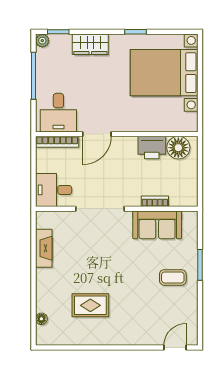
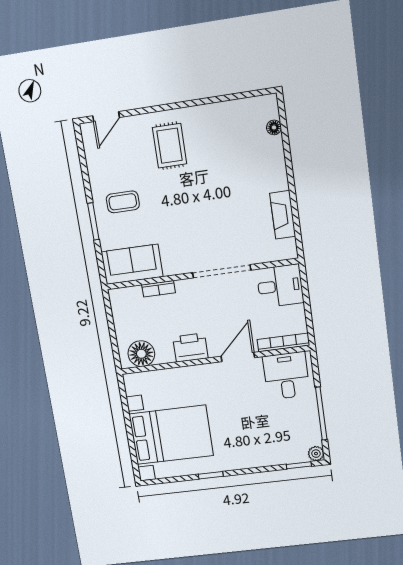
wardrobe: (90, 44) -> (260, 456), removed
printer: (152, 148) -> (190, 348), moved
sofa: (157, 225) -> (132, 264), moved
rug: (90, 305) -> (170, 146), moved, turned 90

